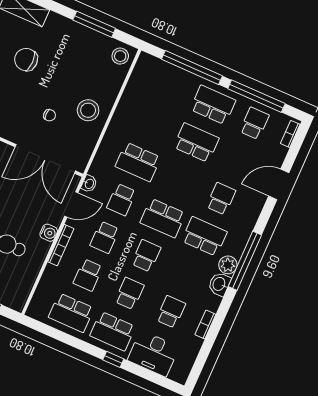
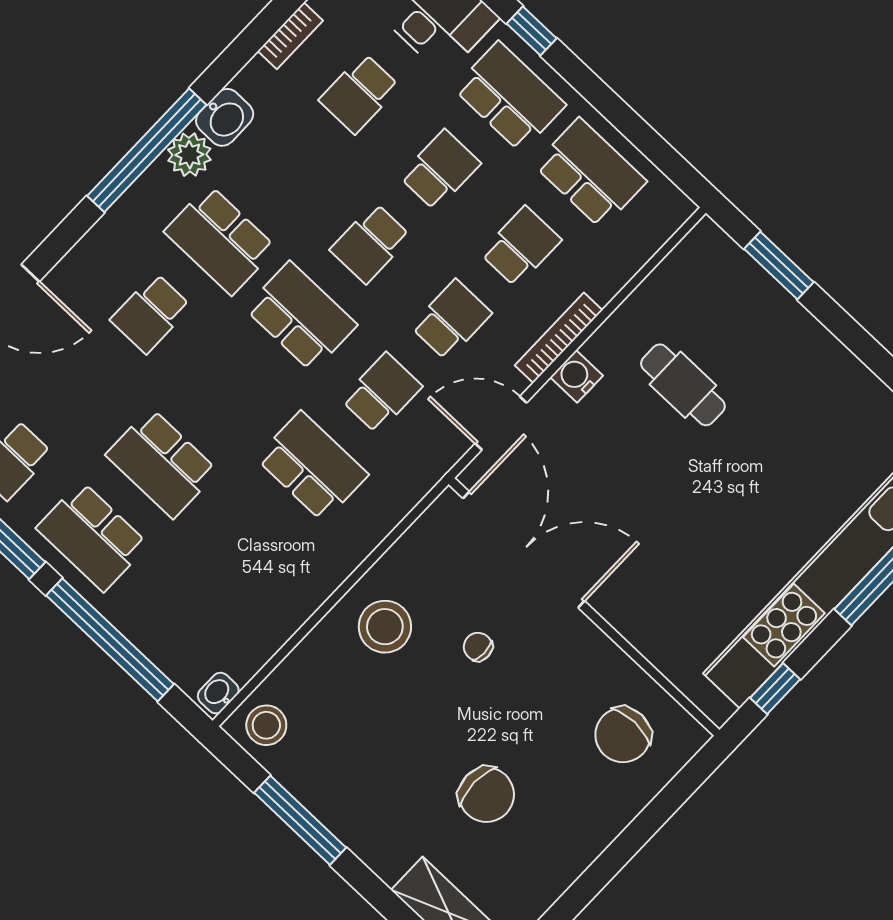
washbasin: (89, 184) -> (218, 693), moved
school desk: (129, 293) -> (440, 170), turned 180

